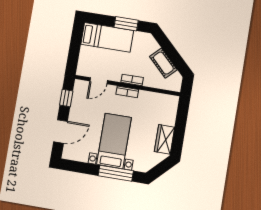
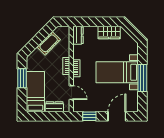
dresser: (85, 57) -> (54, 107), added
dresser: (167, 101) -> (78, 35), added
door: (60, 132) -> (117, 116), hinge flipped
window: (116, 173) -> (142, 78), moved

